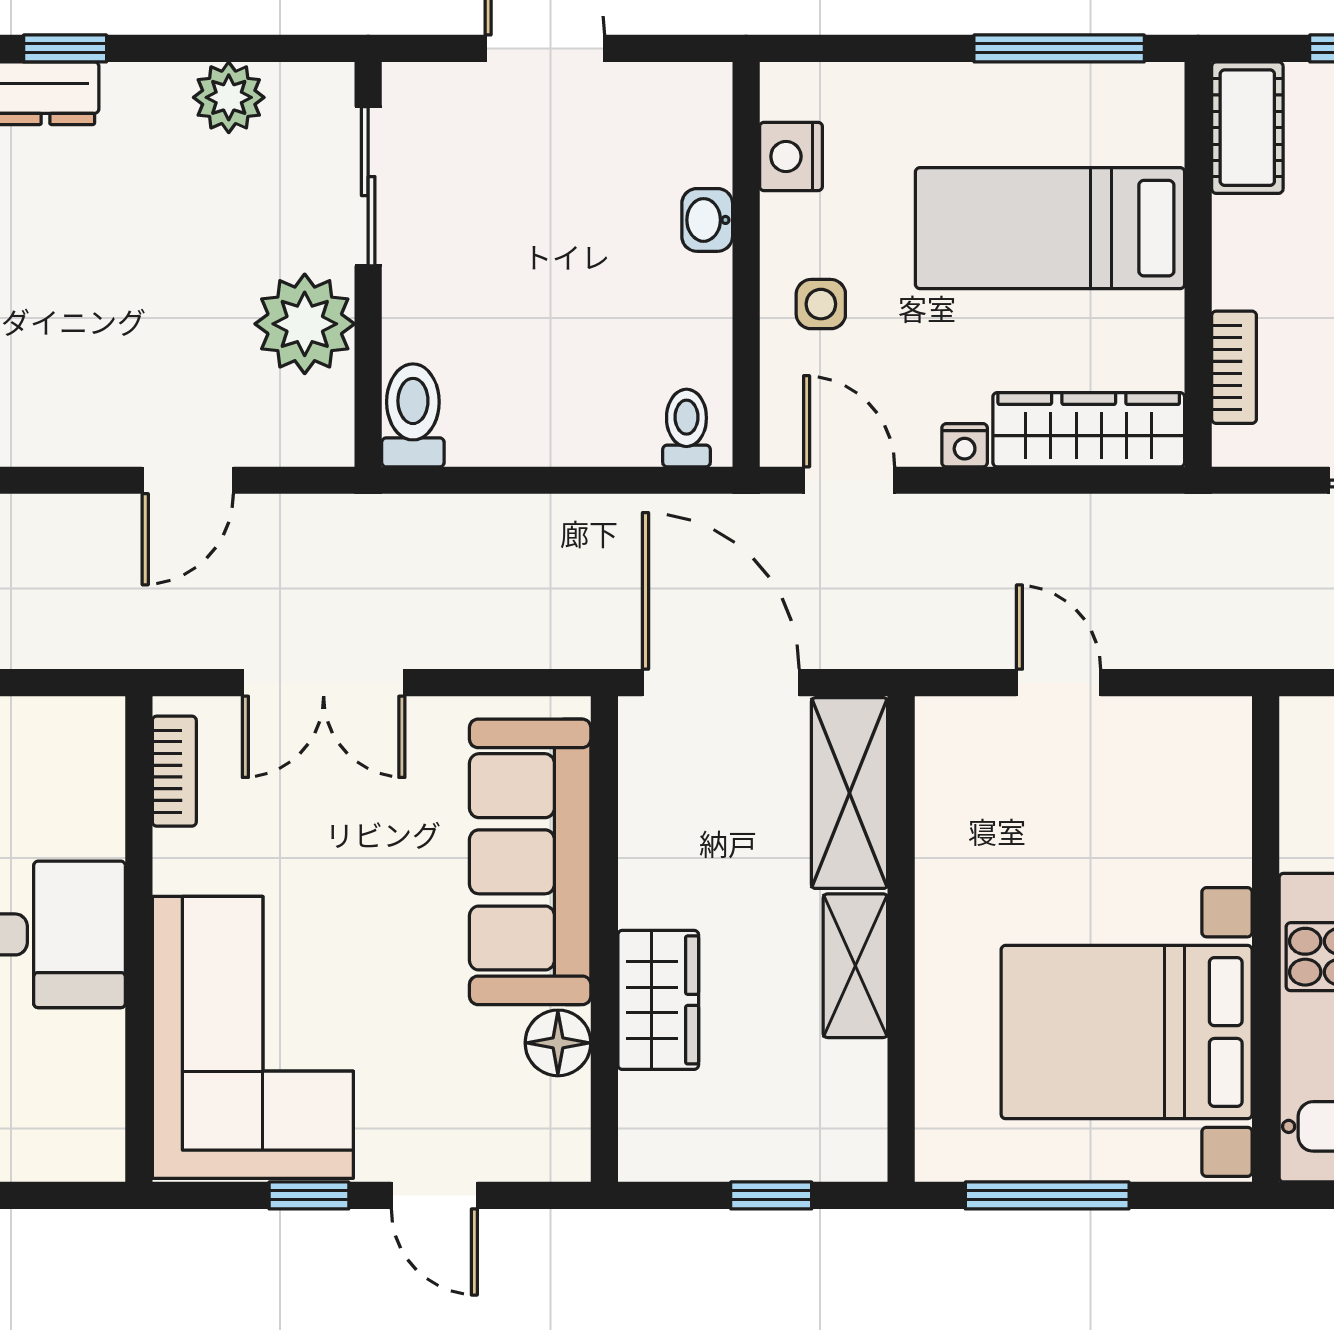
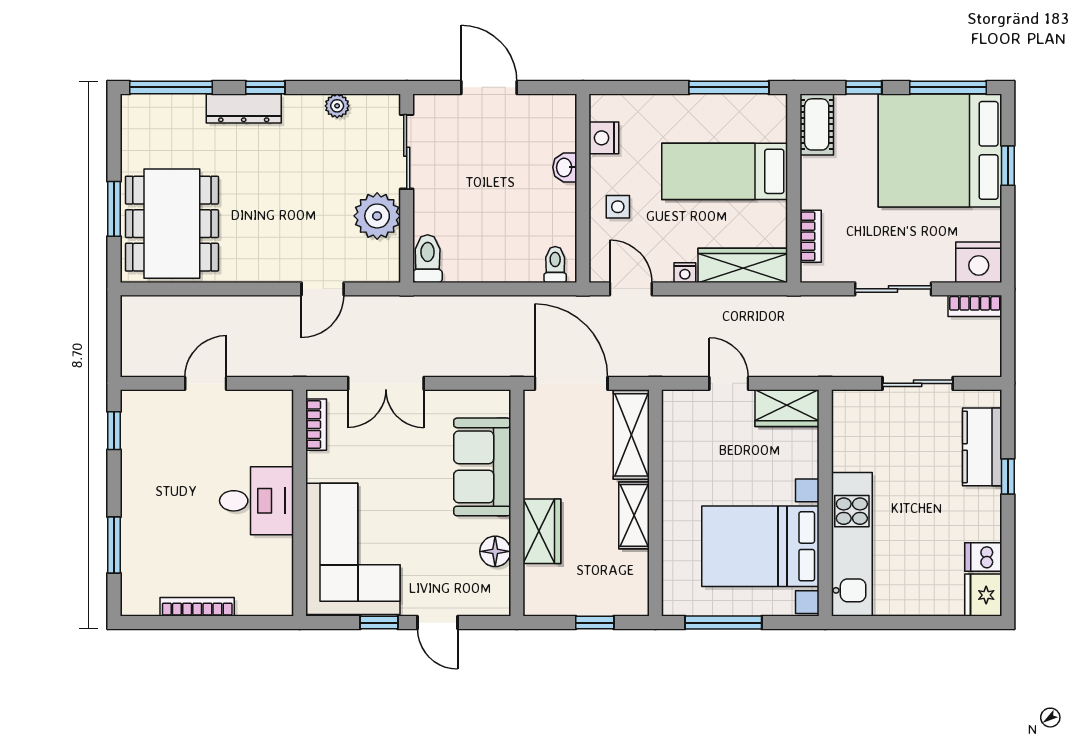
plant: (229, 97) -> (337, 106), width x0.73, depth x0.73
wardrobe: (1184, 736) -> (787, 408), added
sofa: (530, 862) -> (482, 467), width x0.73

